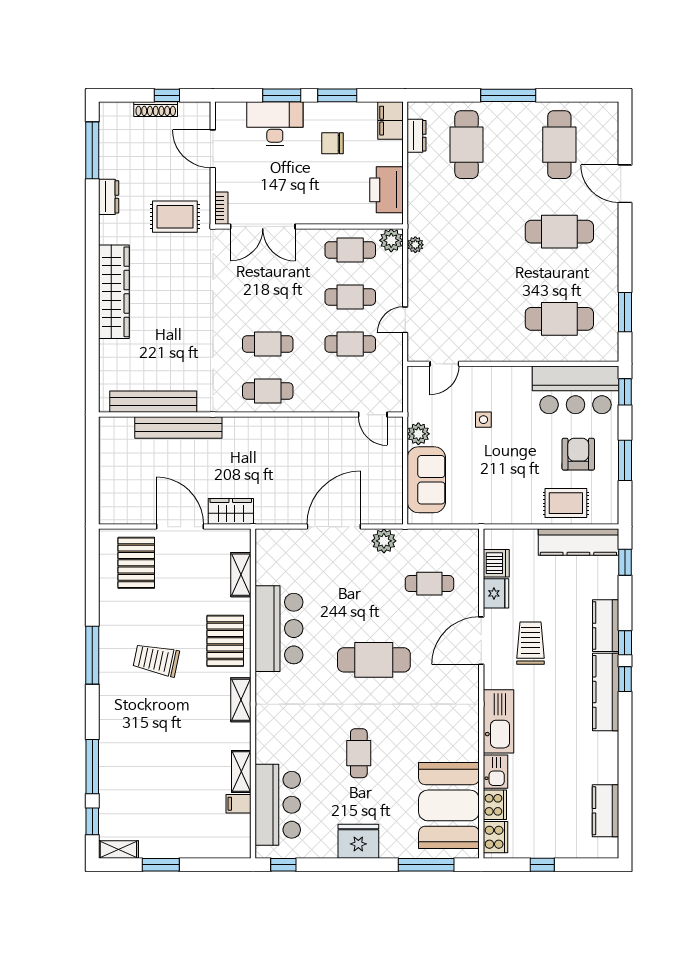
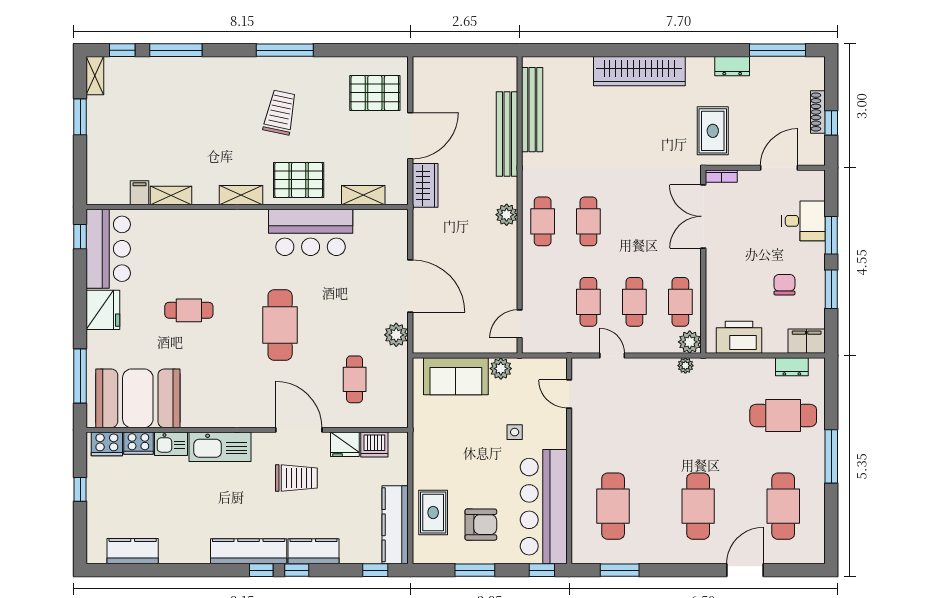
desk: (275, 124) -> (804, 221), width x0.73
cafe table: (559, 145) -> (783, 506), turned 90
bar counter: (576, 390) -> (544, 507), width x1.36
plant: (261, 428) -> (507, 215), added
bar counter: (278, 805) -> (108, 249), moved, turned -90

